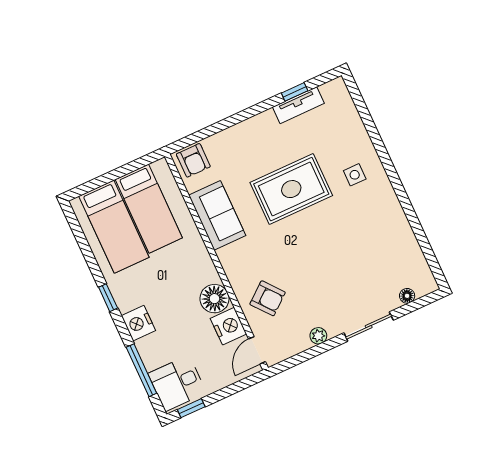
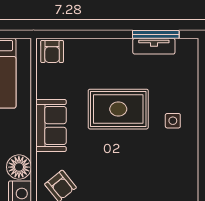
window: (295, 92) -> (156, 34), width x2.17
sofa: (217, 215) -> (51, 126), moved

